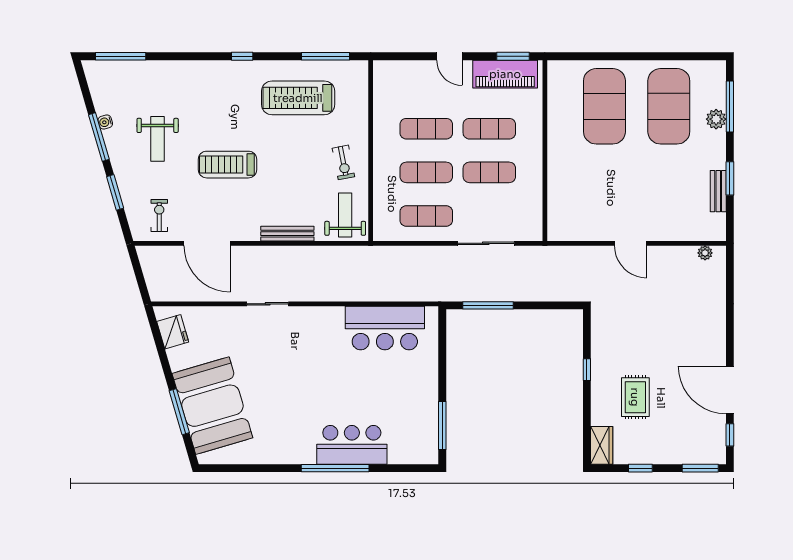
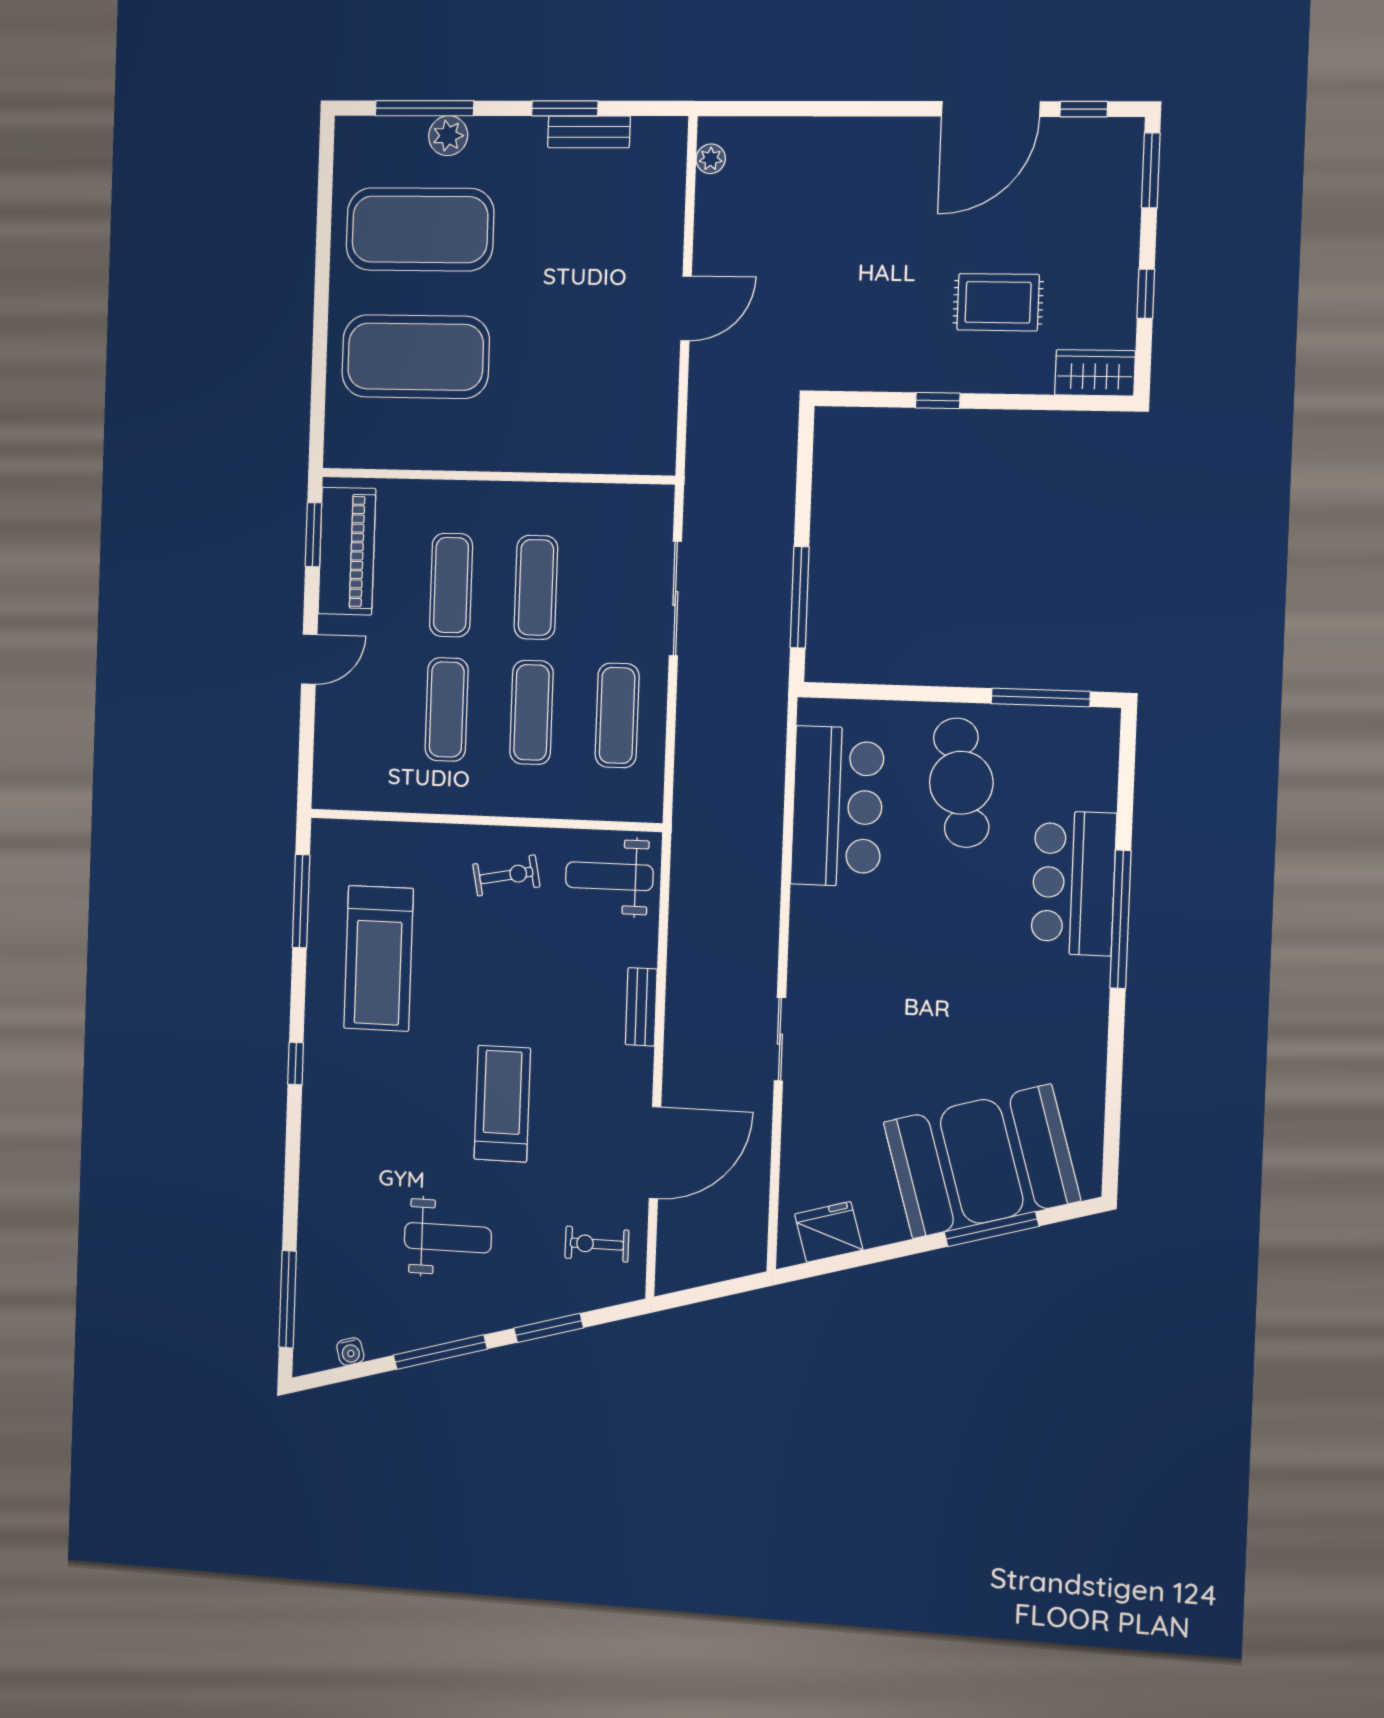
water cooler: (105, 122) -> (350, 1352), moved
treadmill: (228, 165) -> (502, 1104), turned 180
bench: (287, 234) -> (641, 1007), width x0.73
cafe table: (399, 388) -> (961, 783), added

